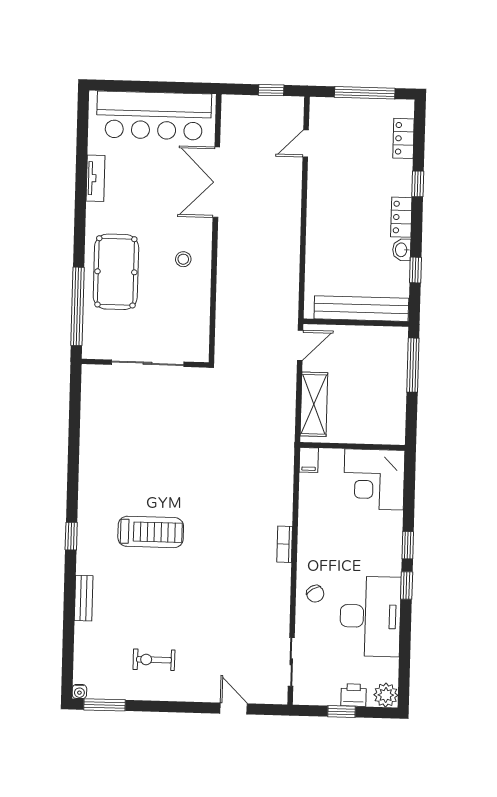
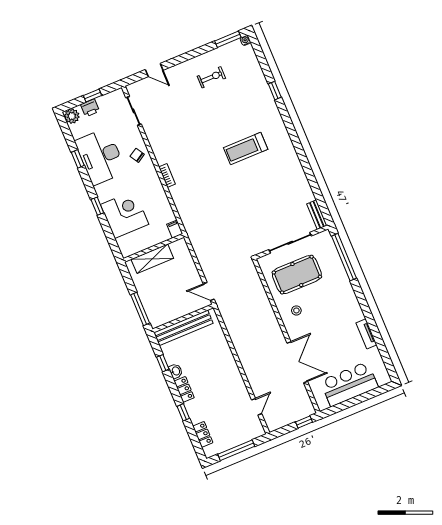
window: (271, 90) -> (304, 422), moved
bar counter: (154, 116) -> (349, 384), width x0.73
pool table: (116, 272) -> (297, 275), moved, turned 90
door: (300, 345) -> (209, 291), hinge flipped
shelving: (314, 404) -> (152, 259), moved, turned 90
corner desk: (374, 479) -> (125, 214), moved
window: (71, 536) -> (275, 91), moved
window: (407, 586) -> (78, 159), moved
bench: (84, 598) -> (317, 215), moved

